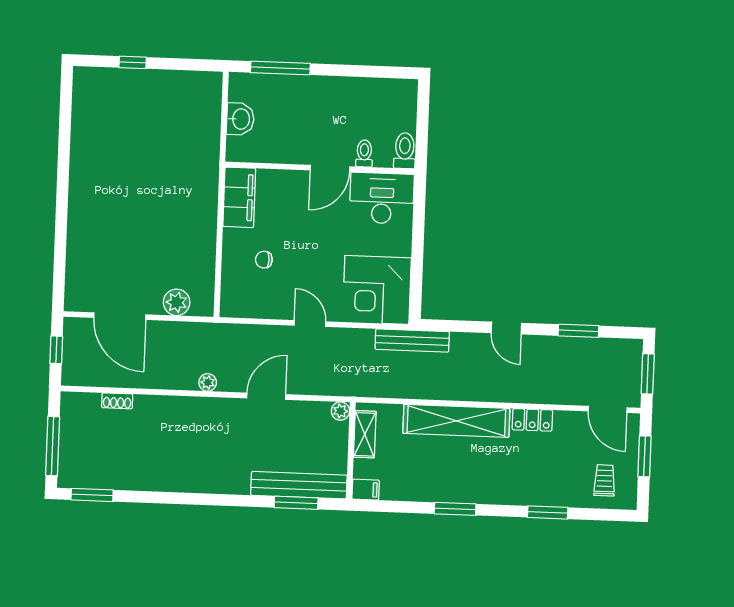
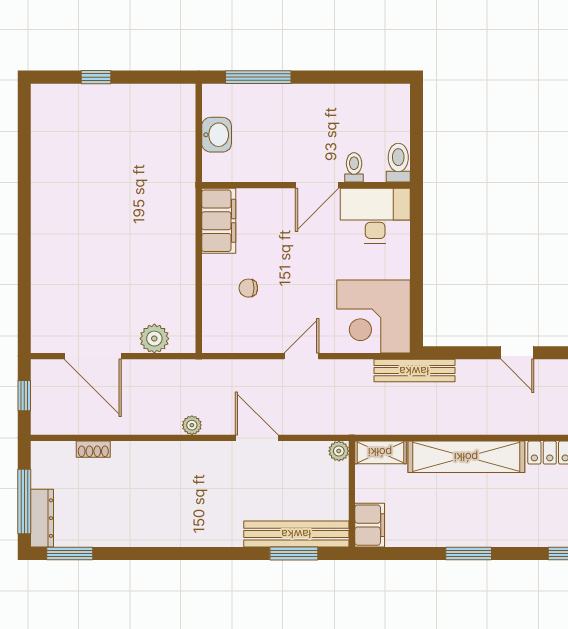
door: (310, 323) -> (302, 356), hinge flipped
door: (266, 396) -> (257, 438), hinge flipped
shelving: (365, 434) -> (380, 452), moved, turned 90
dresser: (68, 462) -> (42, 518), added
filing cabinet: (366, 490) -> (370, 525), width x2.00

